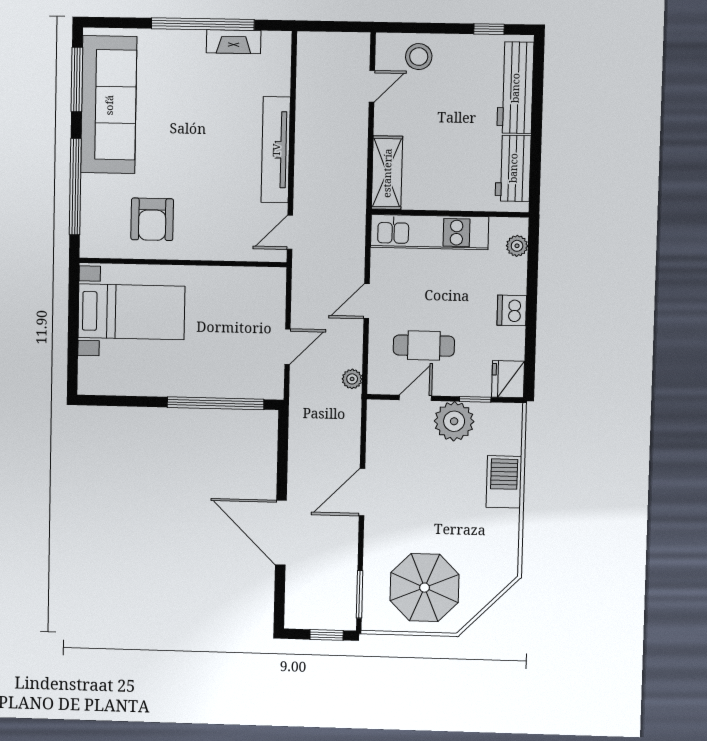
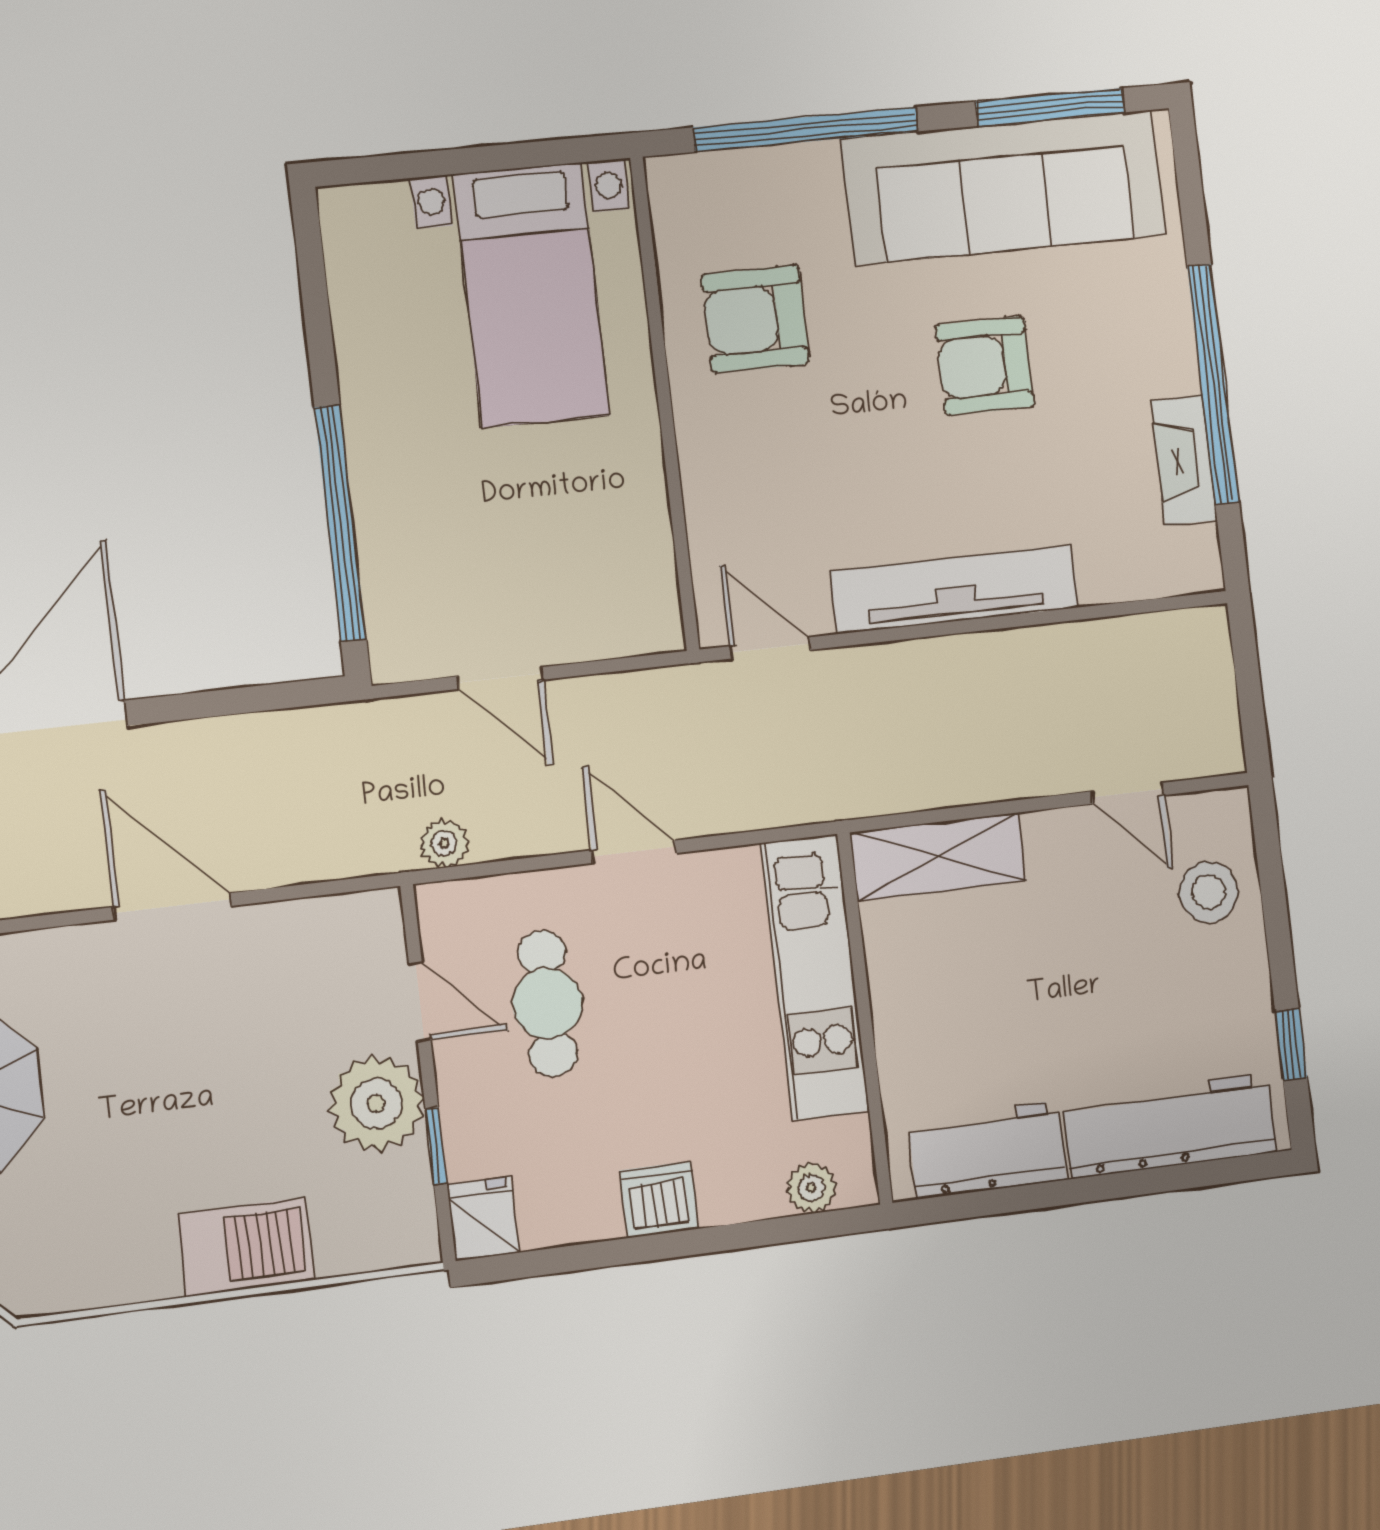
armchair: (183, 123) -> (985, 366), added
fridge: (508, 379) -> (483, 1219), width x0.72

